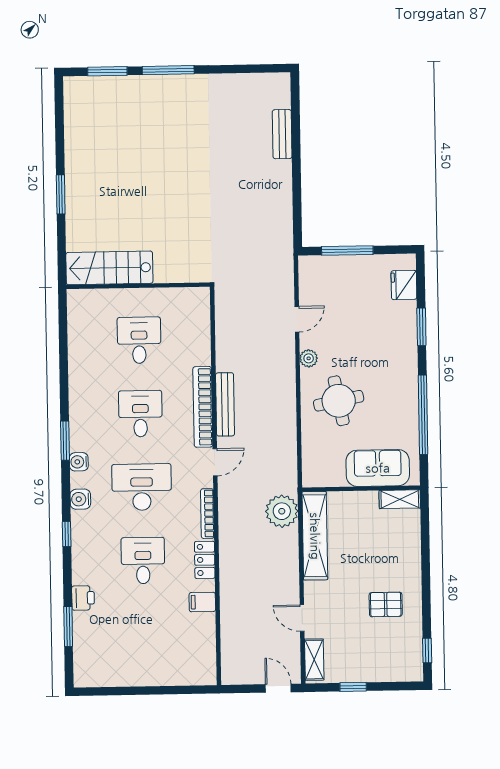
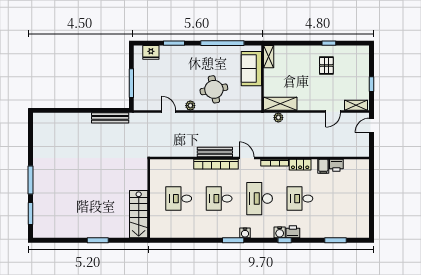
bench: (282, 134) -> (110, 118), moved, width x1.36
water cooler: (80, 499) -> (280, 232), moved
plant: (282, 511) -> (278, 118), width x0.53, depth x0.53
shelving: (315, 536) -> (280, 104), width x0.68
printer: (83, 598) -> (293, 232), moved
printer: (205, 626) -> (336, 165), added
window: (427, 650) -> (329, 43), moved

